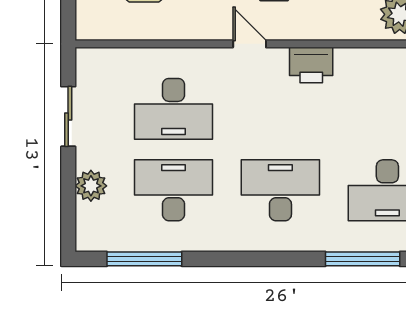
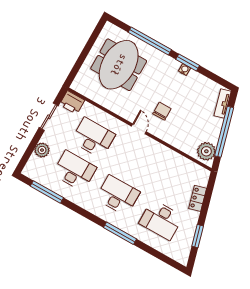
printer: (311, 65) -> (72, 102), moved
desk: (173, 109) -> (93, 138), turned 180
window: (363, 259) -> (120, 233), moved

